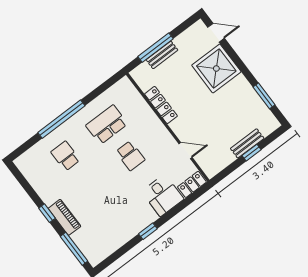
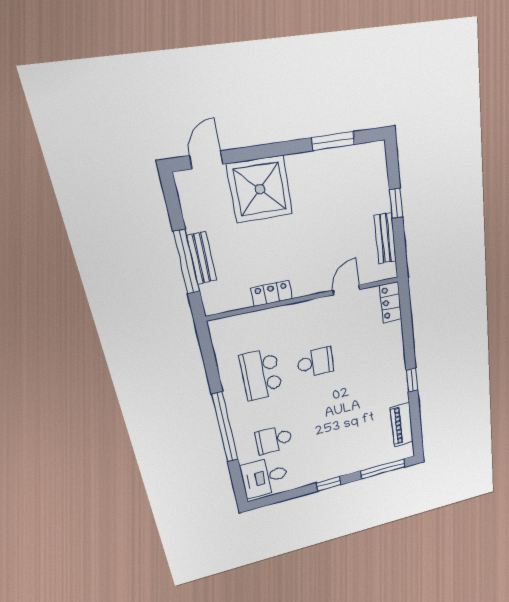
locker: (161, 105) -> (271, 293), width x0.66
bench: (247, 143) -> (385, 238), moved
desk: (163, 195) -> (265, 477), moved, turned 180
piano: (64, 217) -> (402, 425), moved, turned -90

